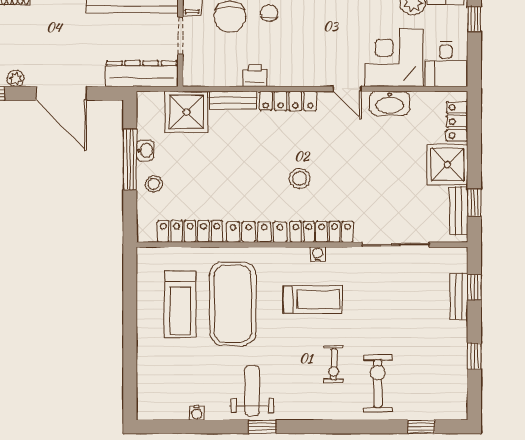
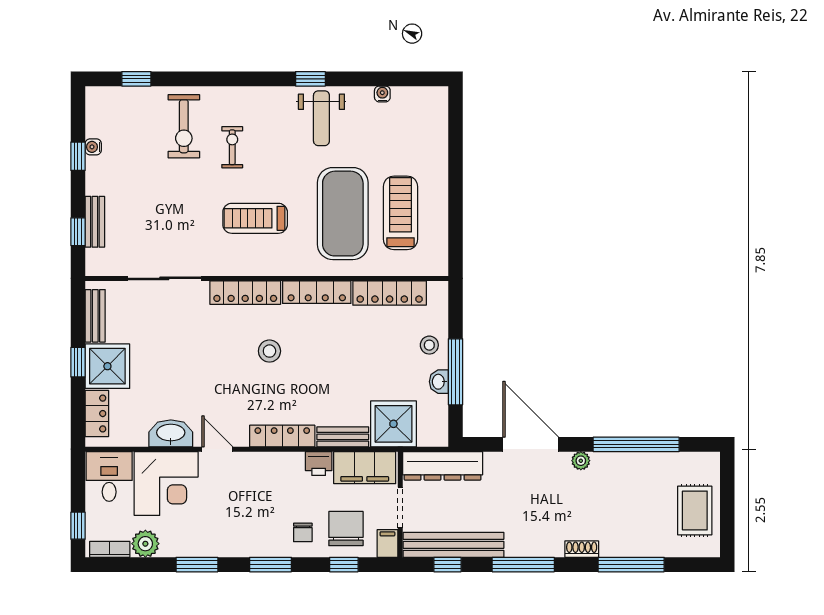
filing cabinet: (213, 72) -> (365, 468), added
window: (474, 202) -> (78, 362), moved
water cooler: (318, 254) -> (93, 147), moved, turned 90

